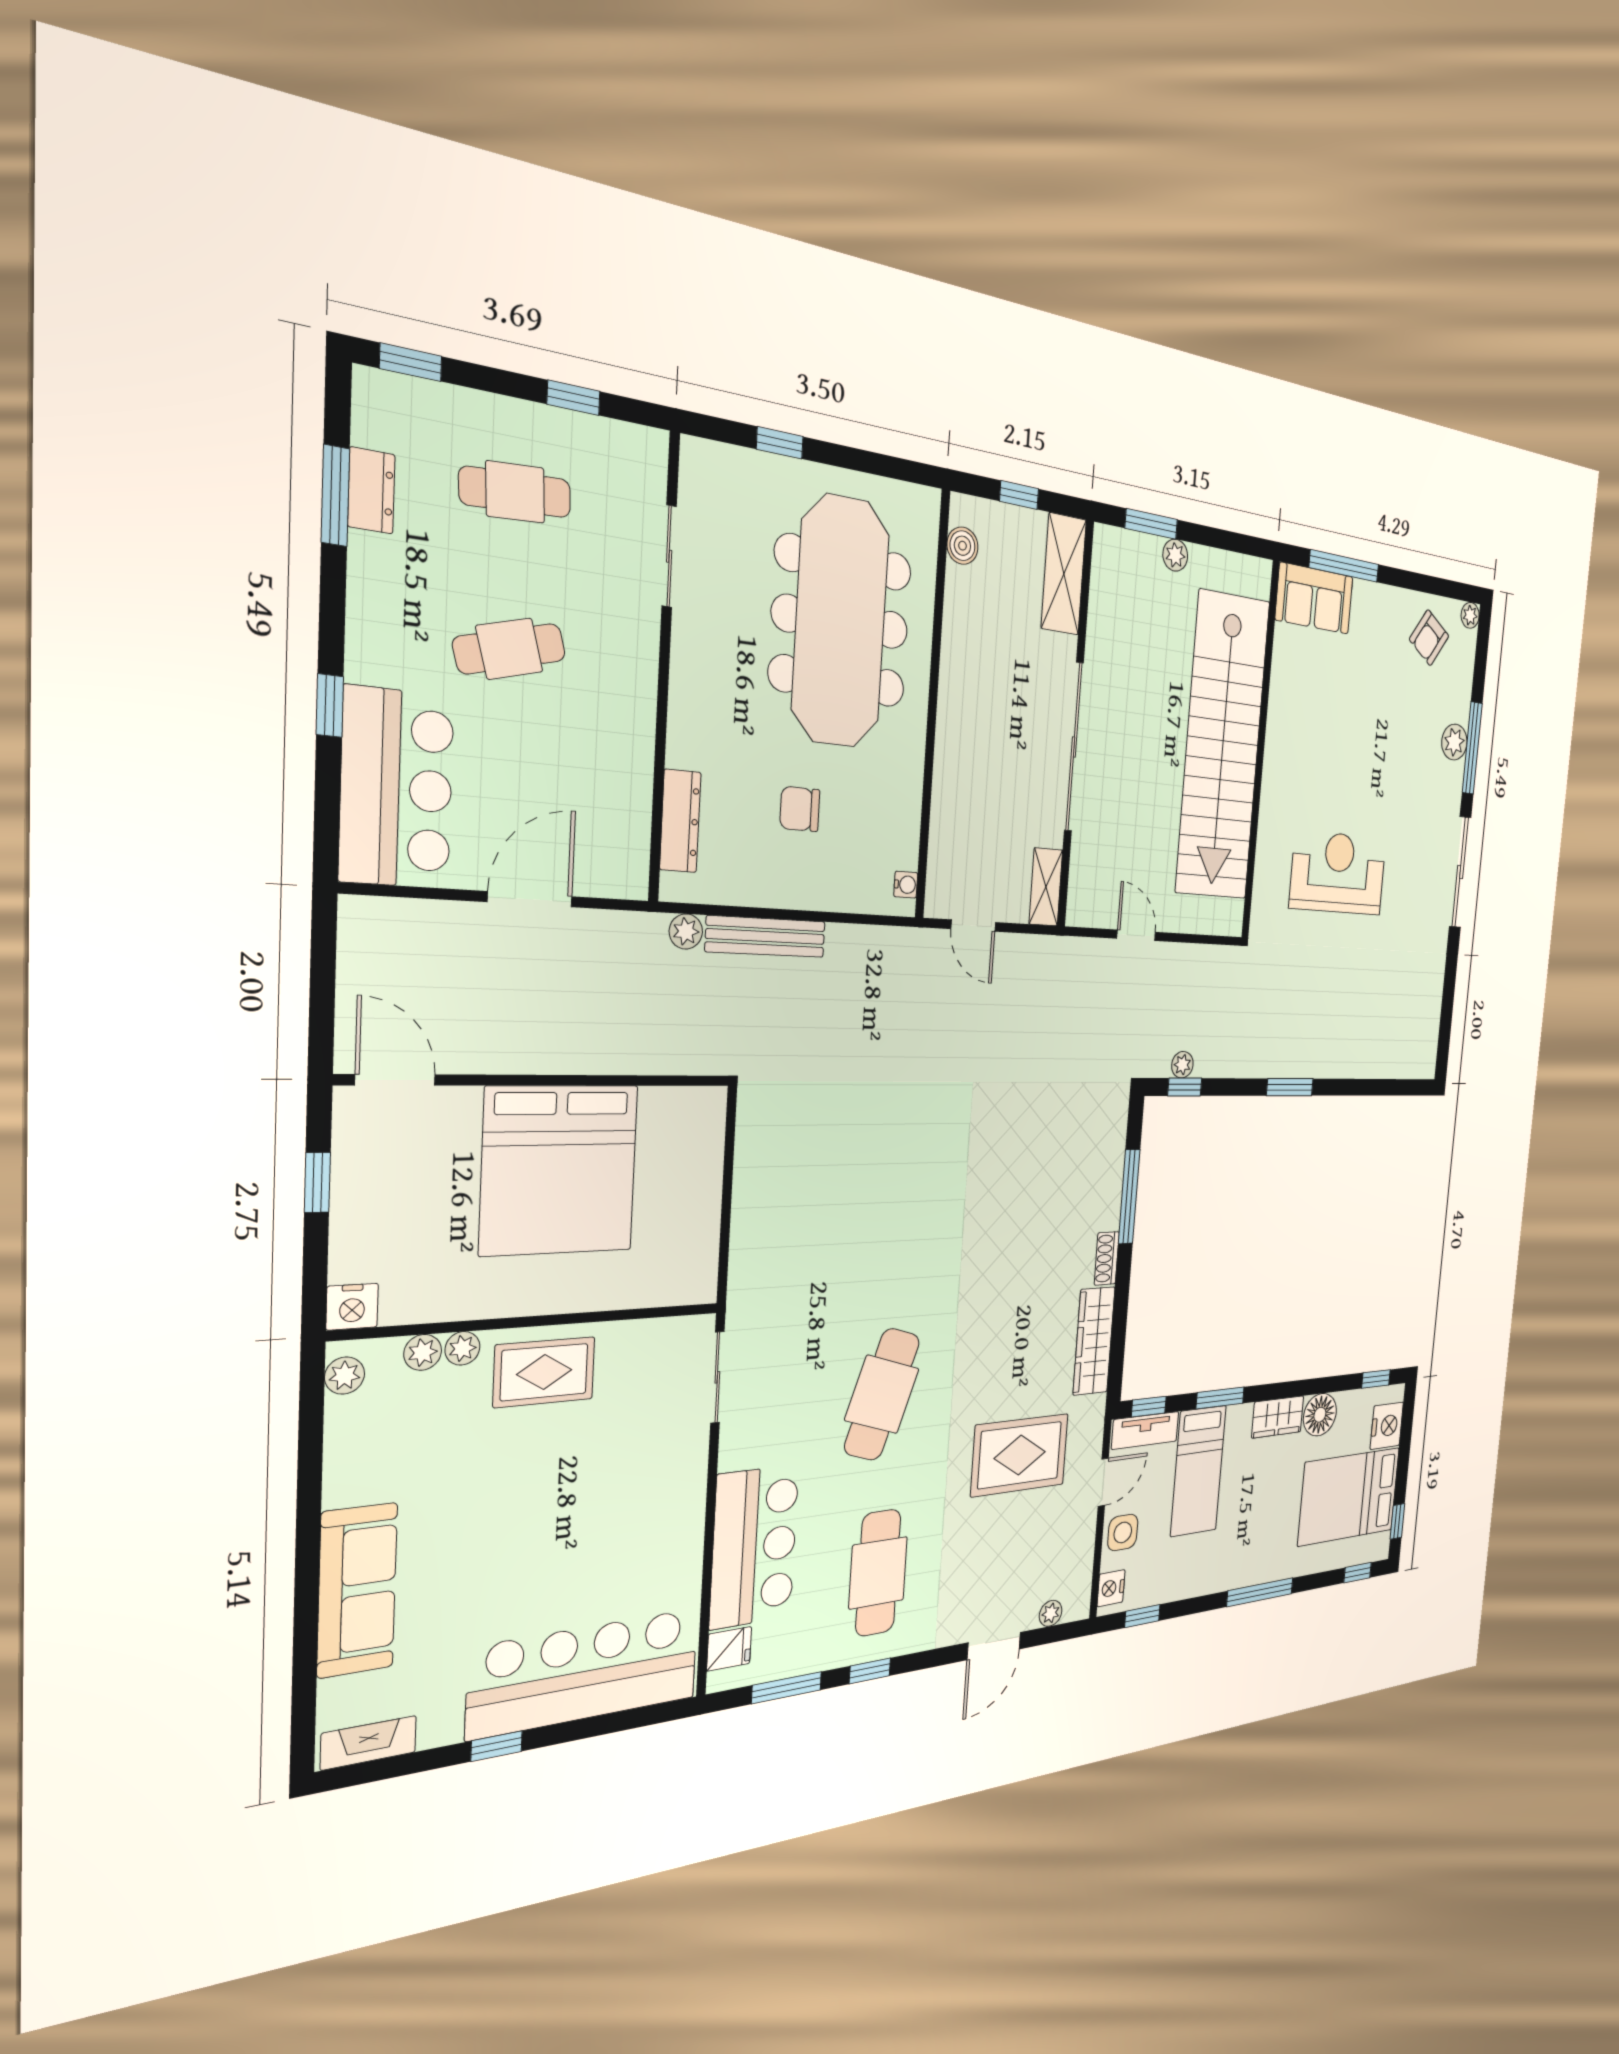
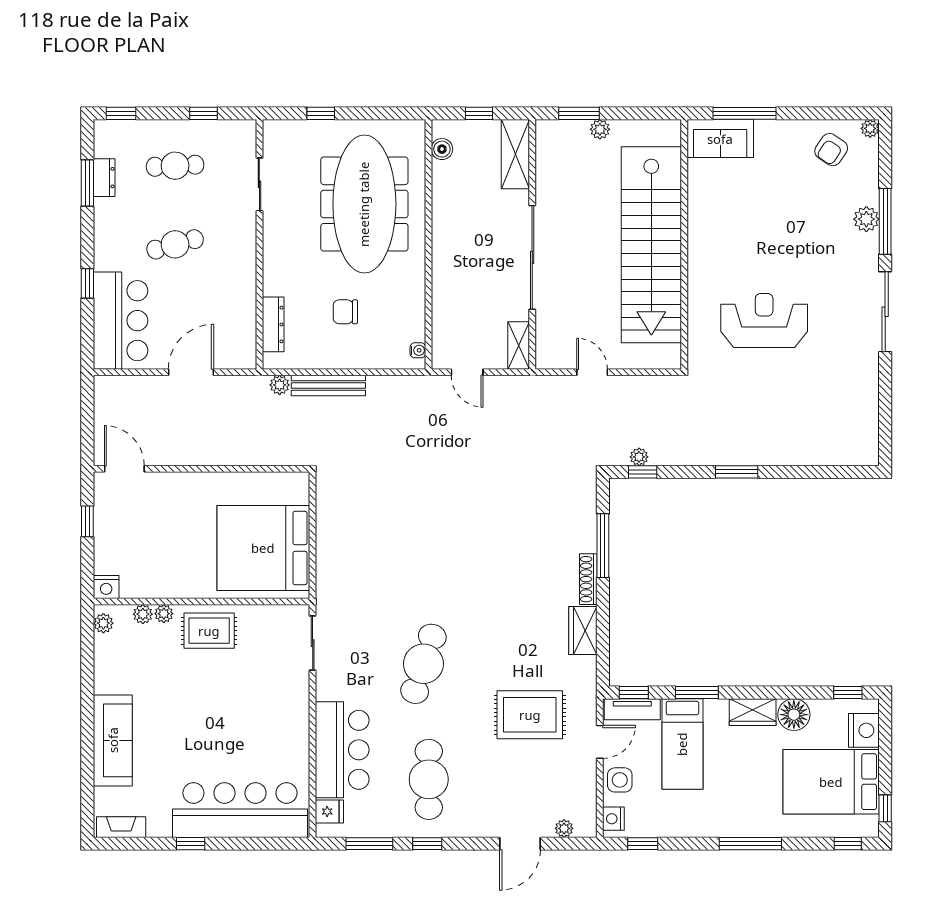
bed: (559, 1170) -> (263, 548), moved, turned 90
shoe rack: (1107, 1258) -> (588, 579), width x1.43
wardrobe: (1094, 1341) -> (583, 630), width x0.67

